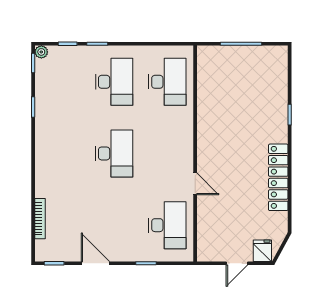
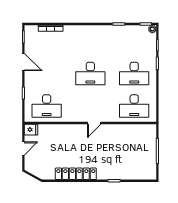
door: (195, 184) -> (94, 123), moved
fridge: (262, 251) -> (31, 130), moved
door: (95, 263) -> (23, 62), hinge flipped
door: (237, 263) -> (23, 149), swing flipped

